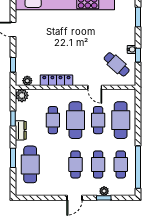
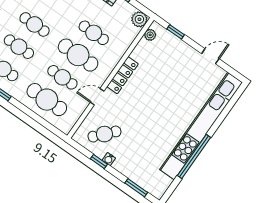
locker: (56, 80) -> (123, 75), moved

